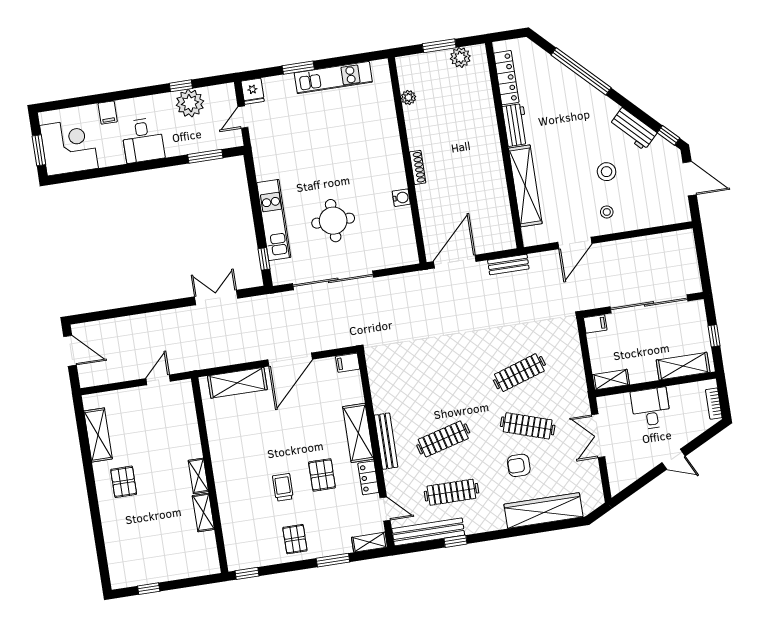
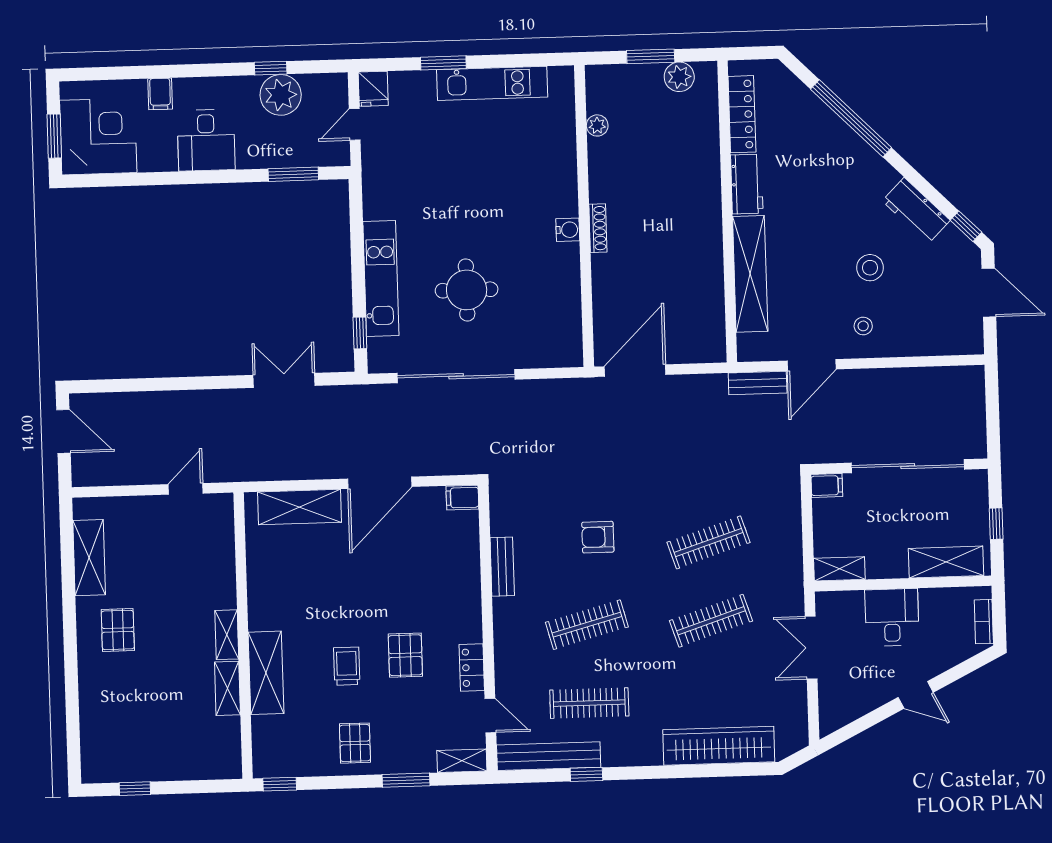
water cooler: (401, 198) -> (568, 230), moved
bench: (508, 265) -> (758, 383), moved
clothes rail: (528, 426) -> (711, 621), turned -36
shelving: (358, 433) -> (266, 673), moved
bench: (386, 441) -> (502, 567), moved, width x0.73
armchair: (519, 465) -> (598, 537), moved

